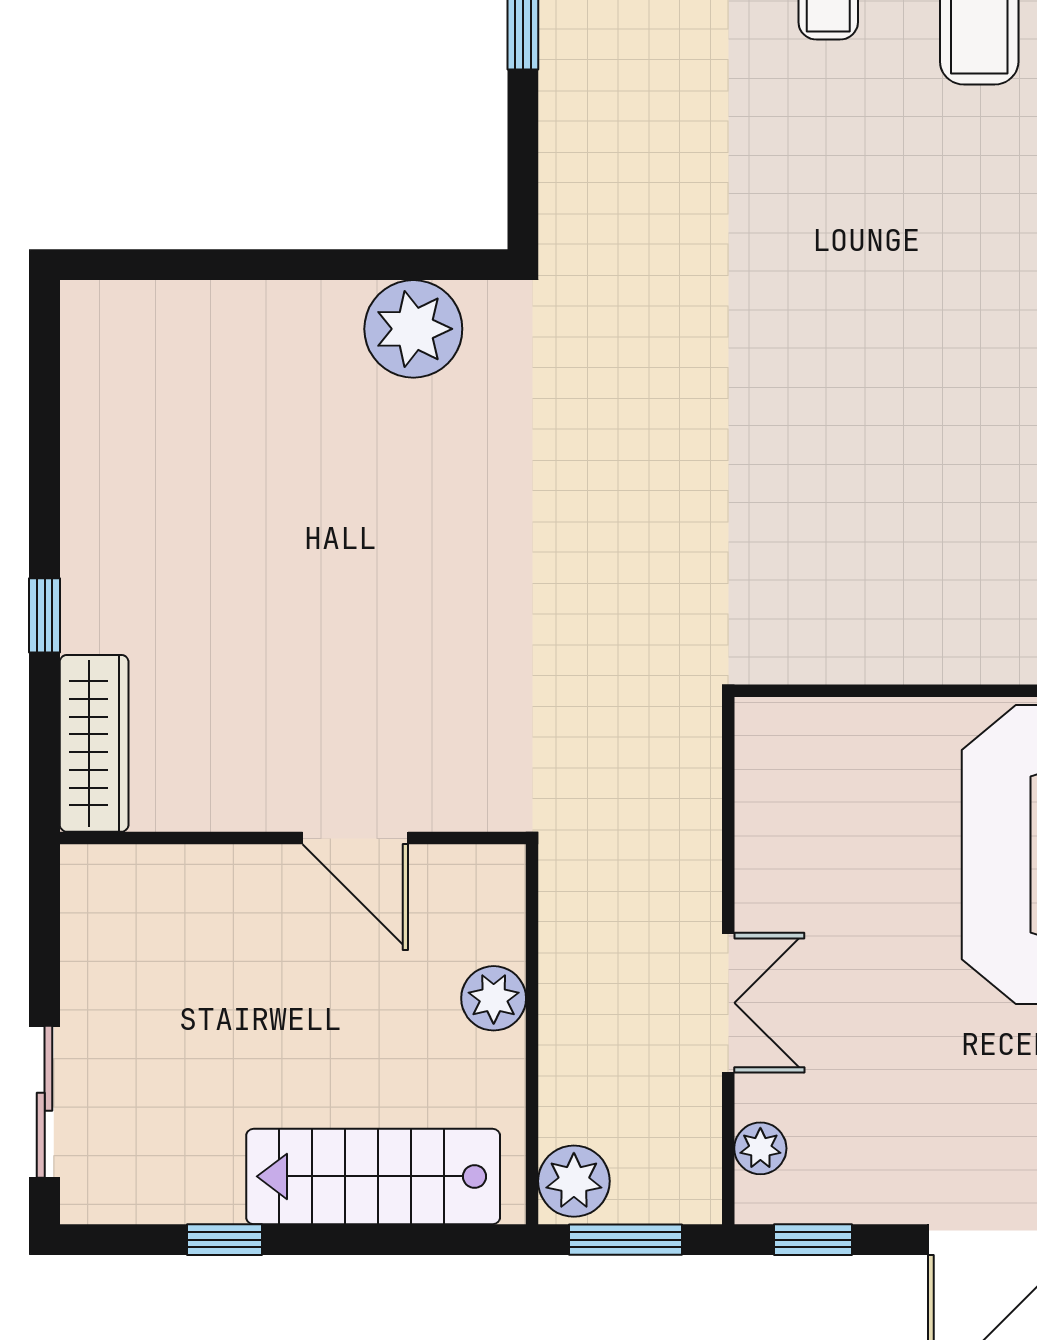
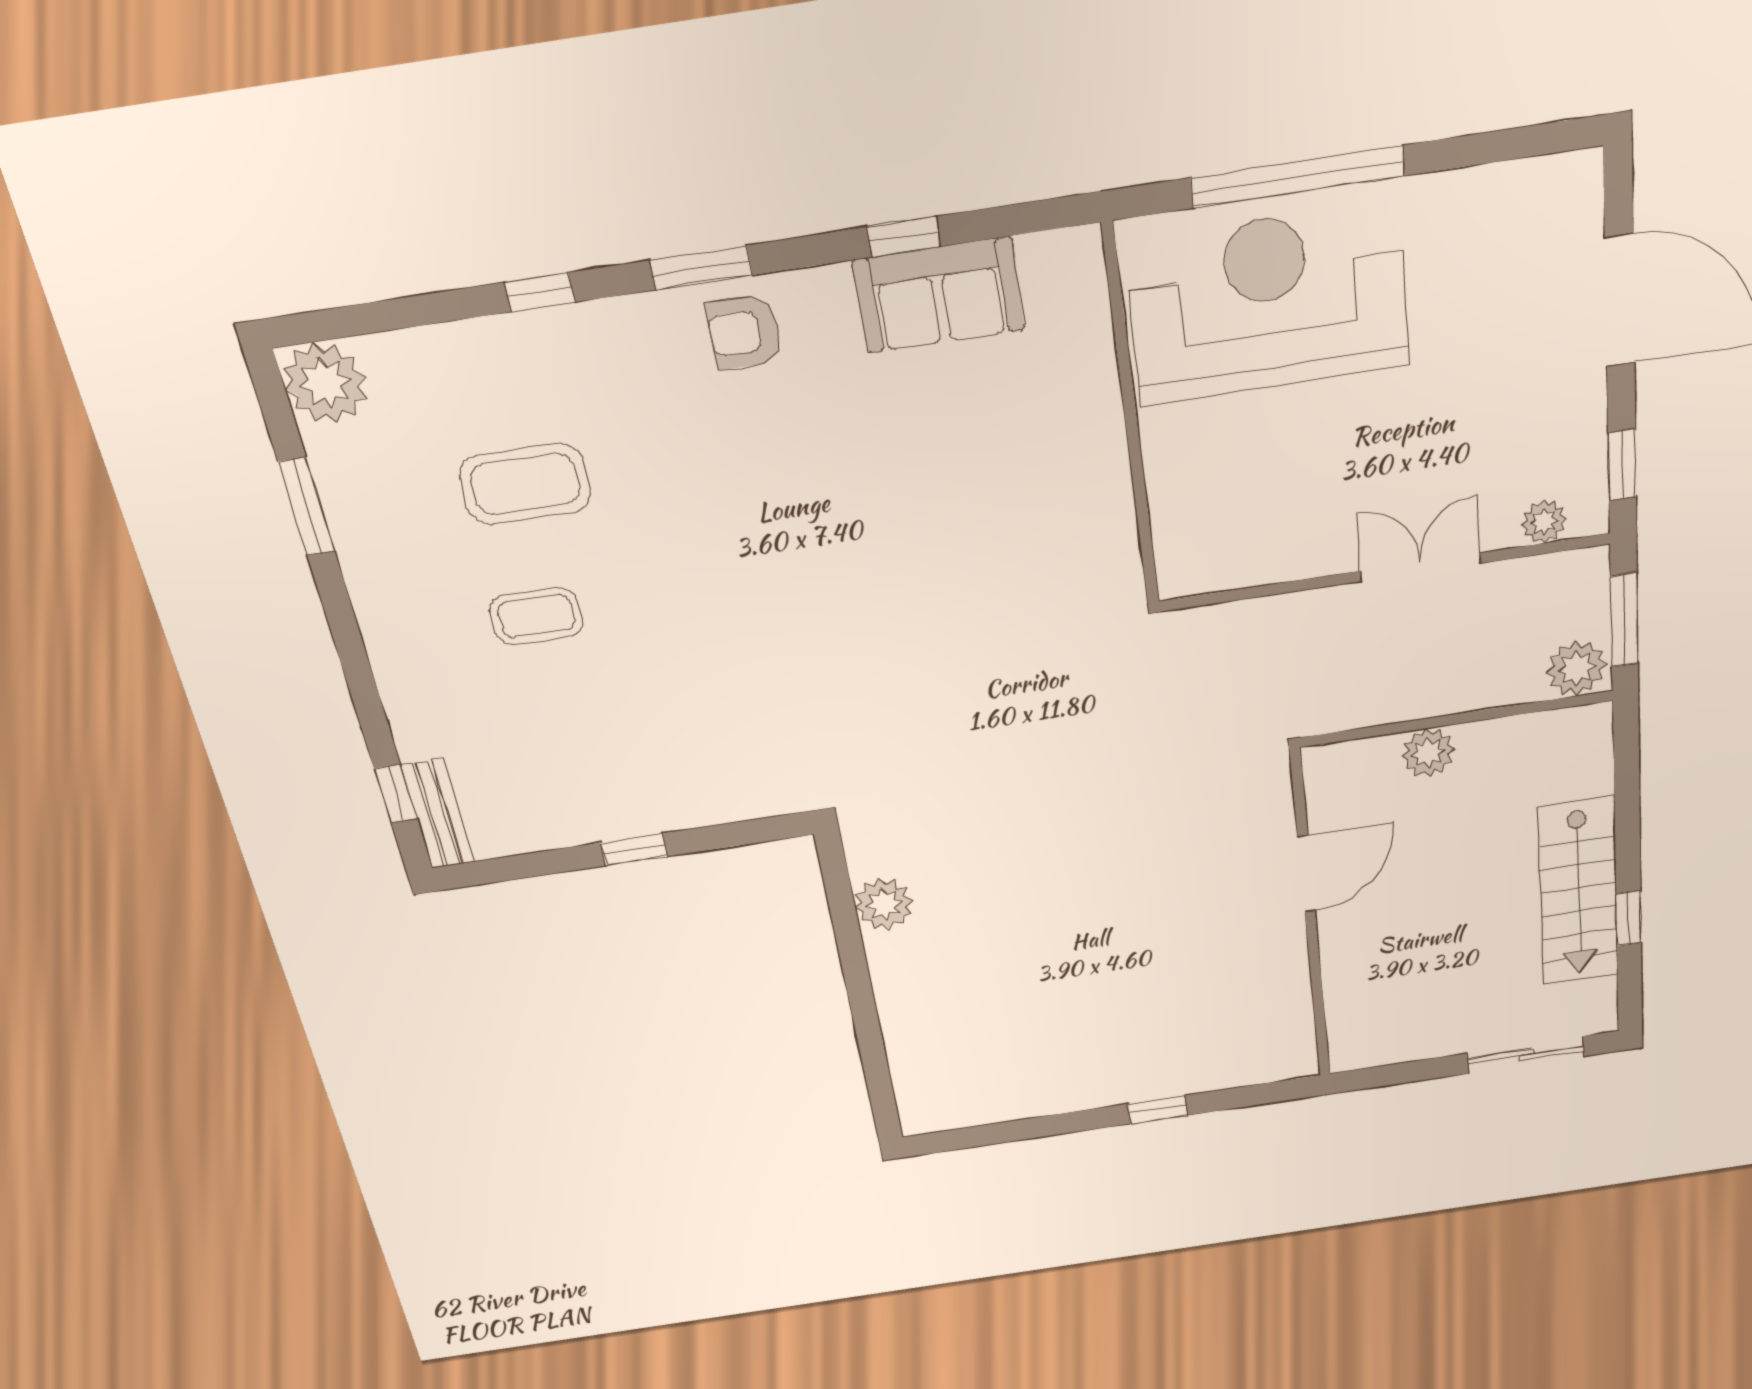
plant: (413, 329) -> (884, 904), width x0.73, depth x0.73
wardrobe: (94, 743) -> (1251, 1063), removed
stairs: (373, 1176) -> (1578, 892), moved

